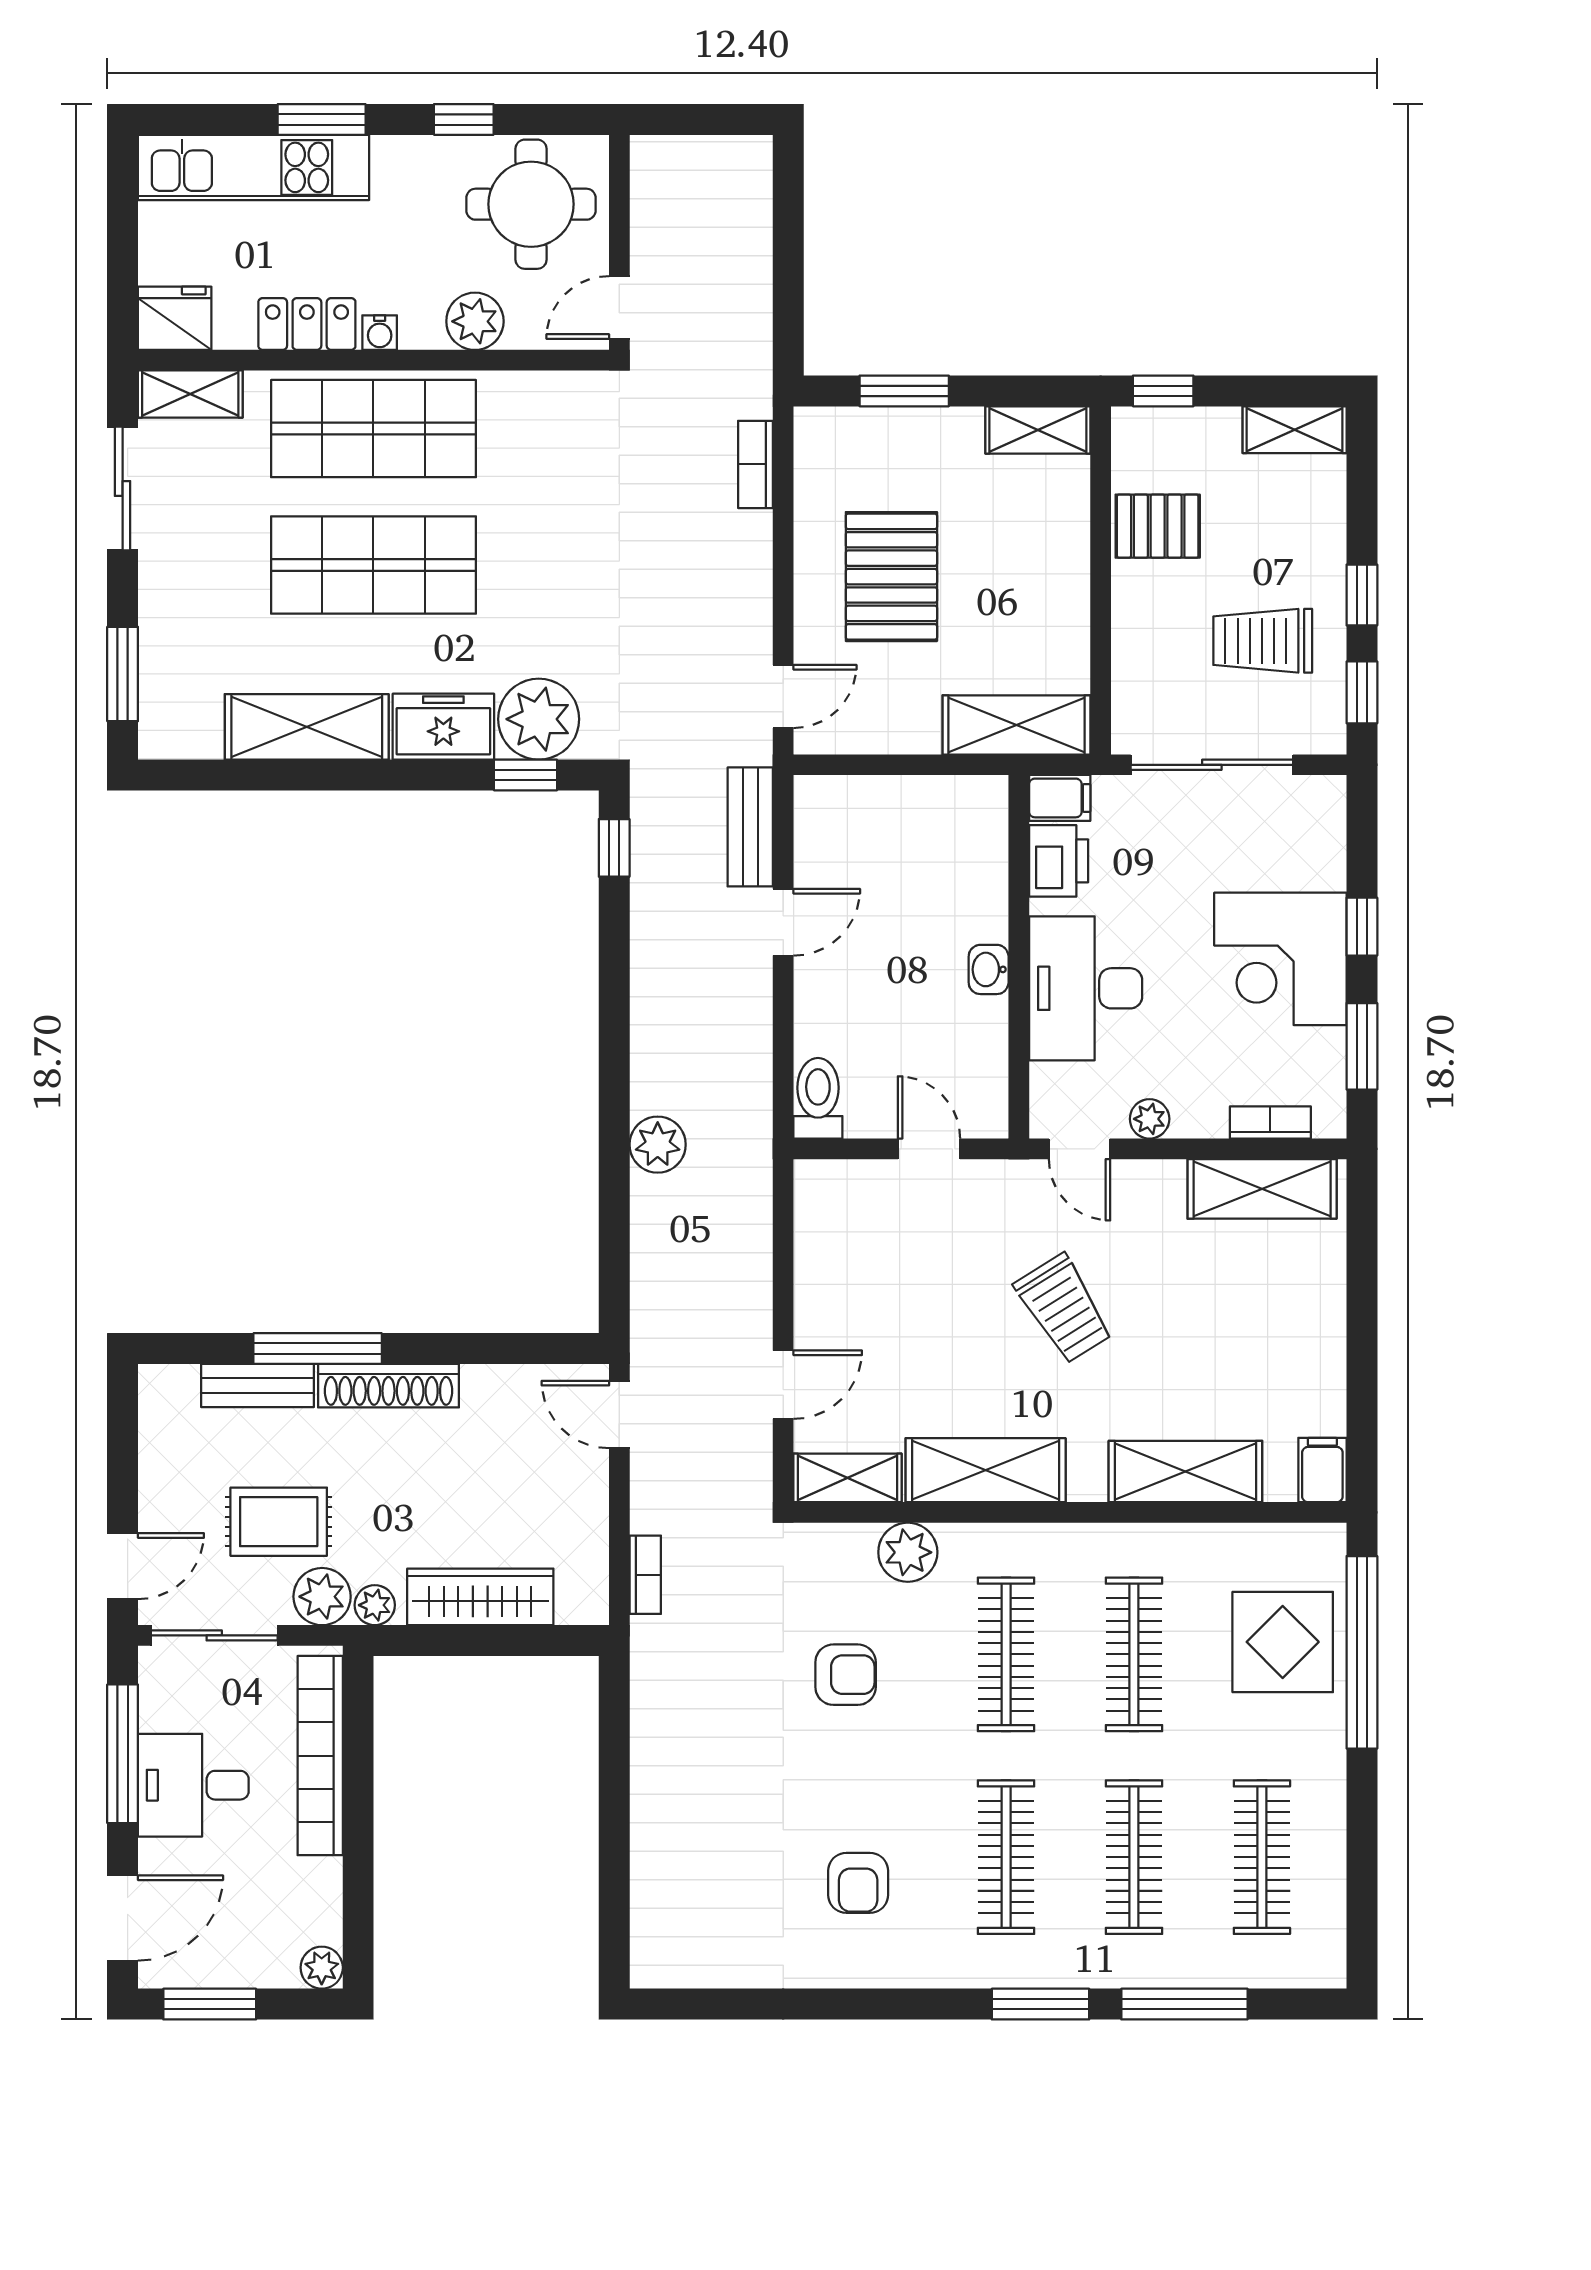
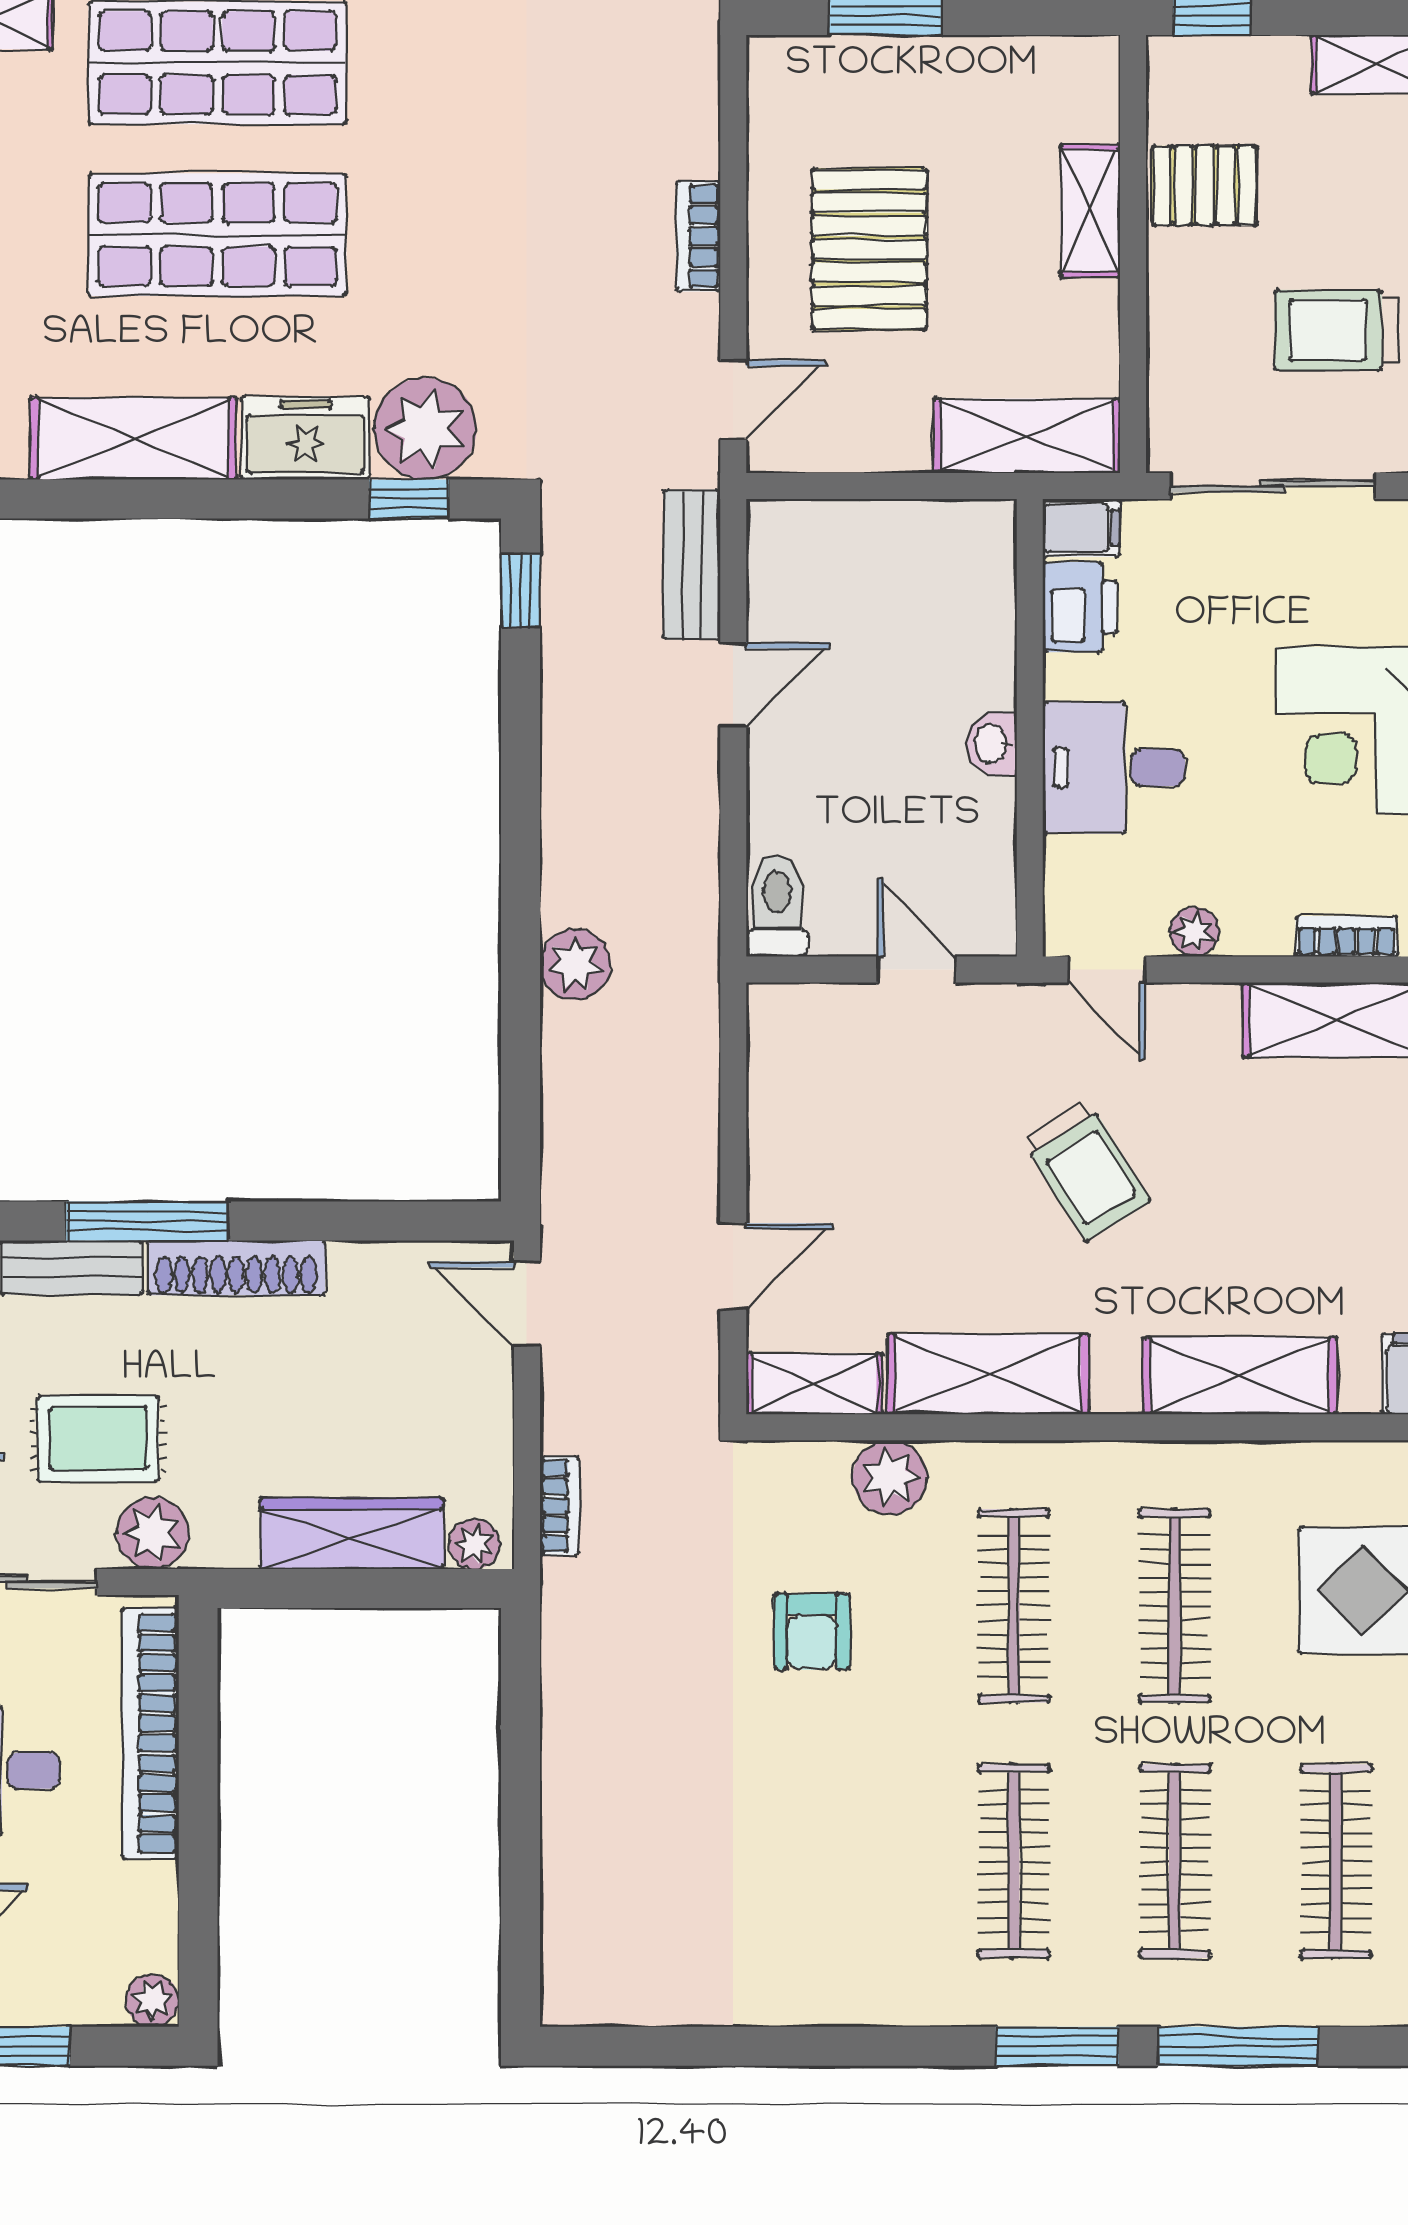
shelving: (1038, 430) -> (1090, 211), moved, turned 90
bookcase: (755, 464) -> (698, 236), moved
desk: (1086, 988) -> (1114, 768), width x0.73
plant: (375, 1605) -> (474, 1544), moved
armchair: (846, 1675) -> (812, 1631), turned 90
armchair: (858, 1883) -> (828, 1894), removed

